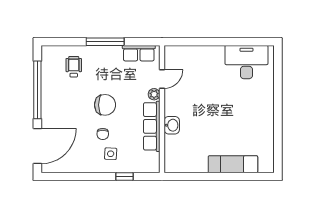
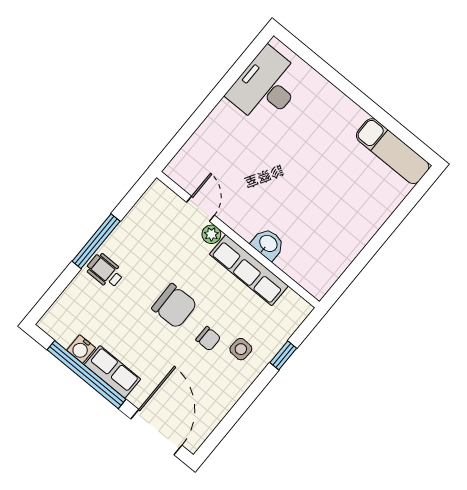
row of seats: (139, 53) -> (112, 372), moved, turned -90
wheelchair: (74, 67) -> (105, 271), moved
water cooler: (48, 77) -> (81, 349), added
chair: (105, 105) -> (174, 306), turned 89
exam couch: (233, 164) -> (393, 151), moved, turned -90

